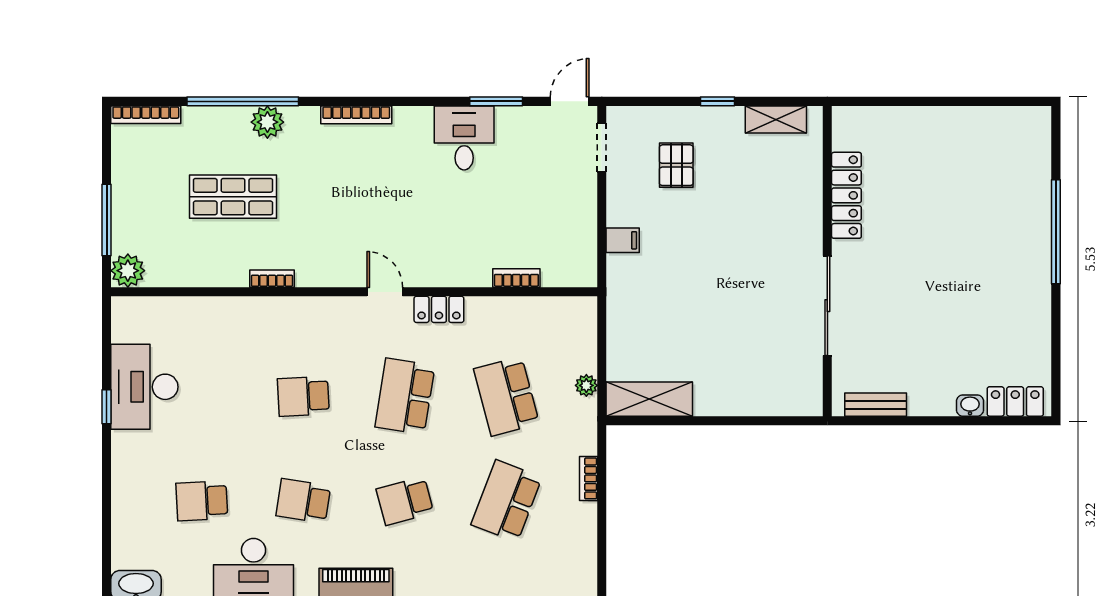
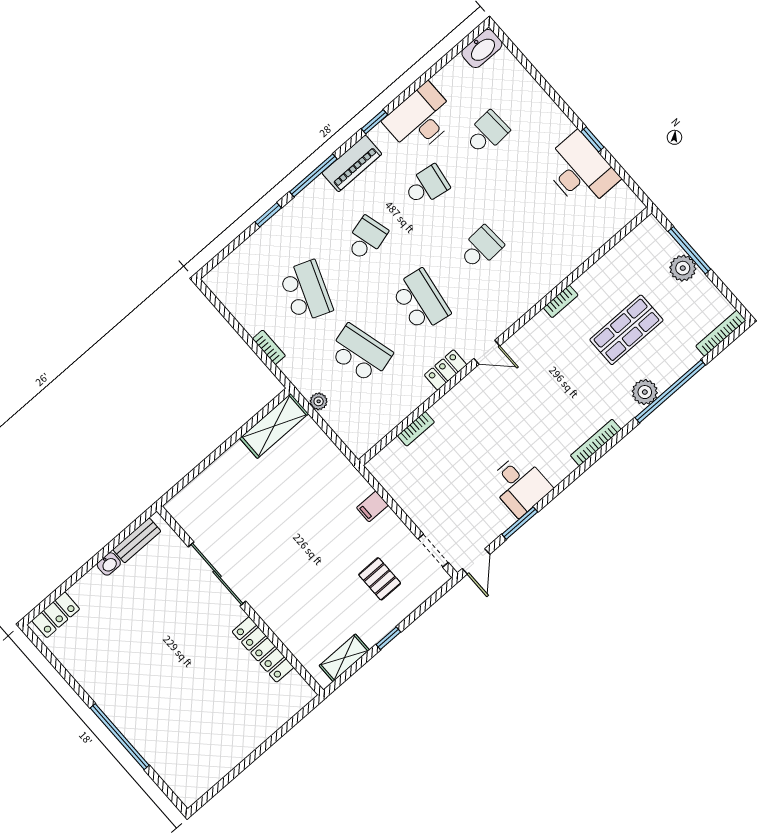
plant: (128, 271) -> (683, 268), moved
washbasin: (970, 406) -> (109, 564), moved

